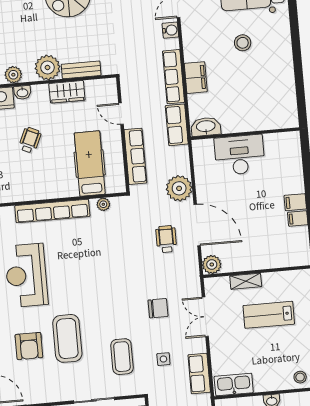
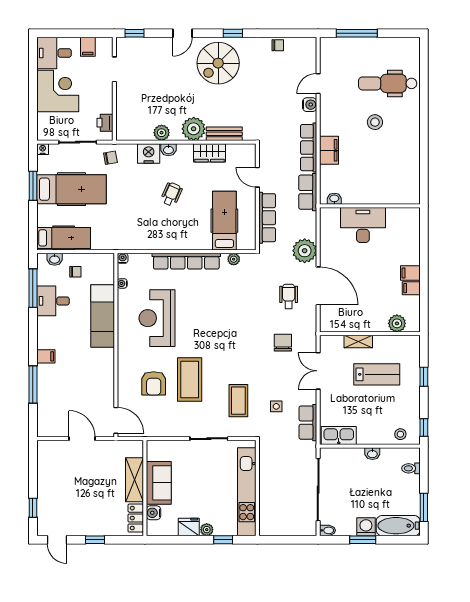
washbasin: (206, 127) -> (334, 199), width x0.52, depth x0.69
plant: (212, 265) -> (397, 323), moved
chair: (158, 308) -> (283, 343), moved, turned -90
lab bench: (269, 315) -> (377, 374), turned 180

